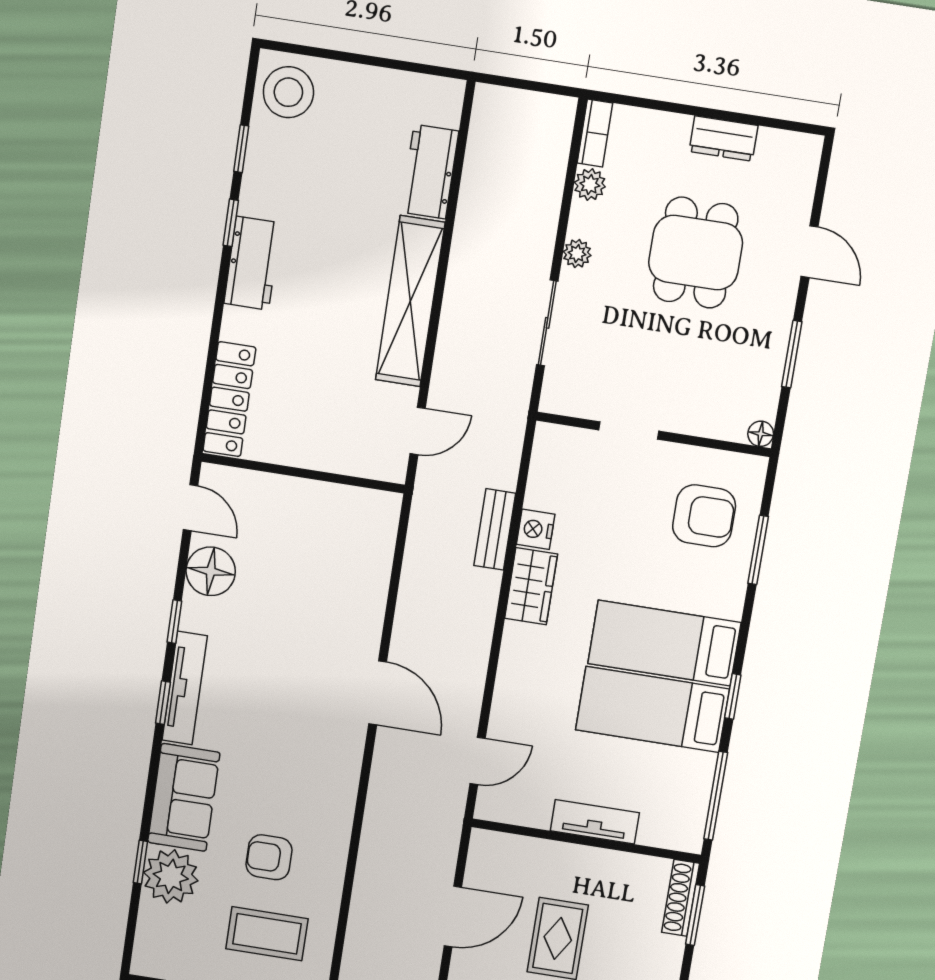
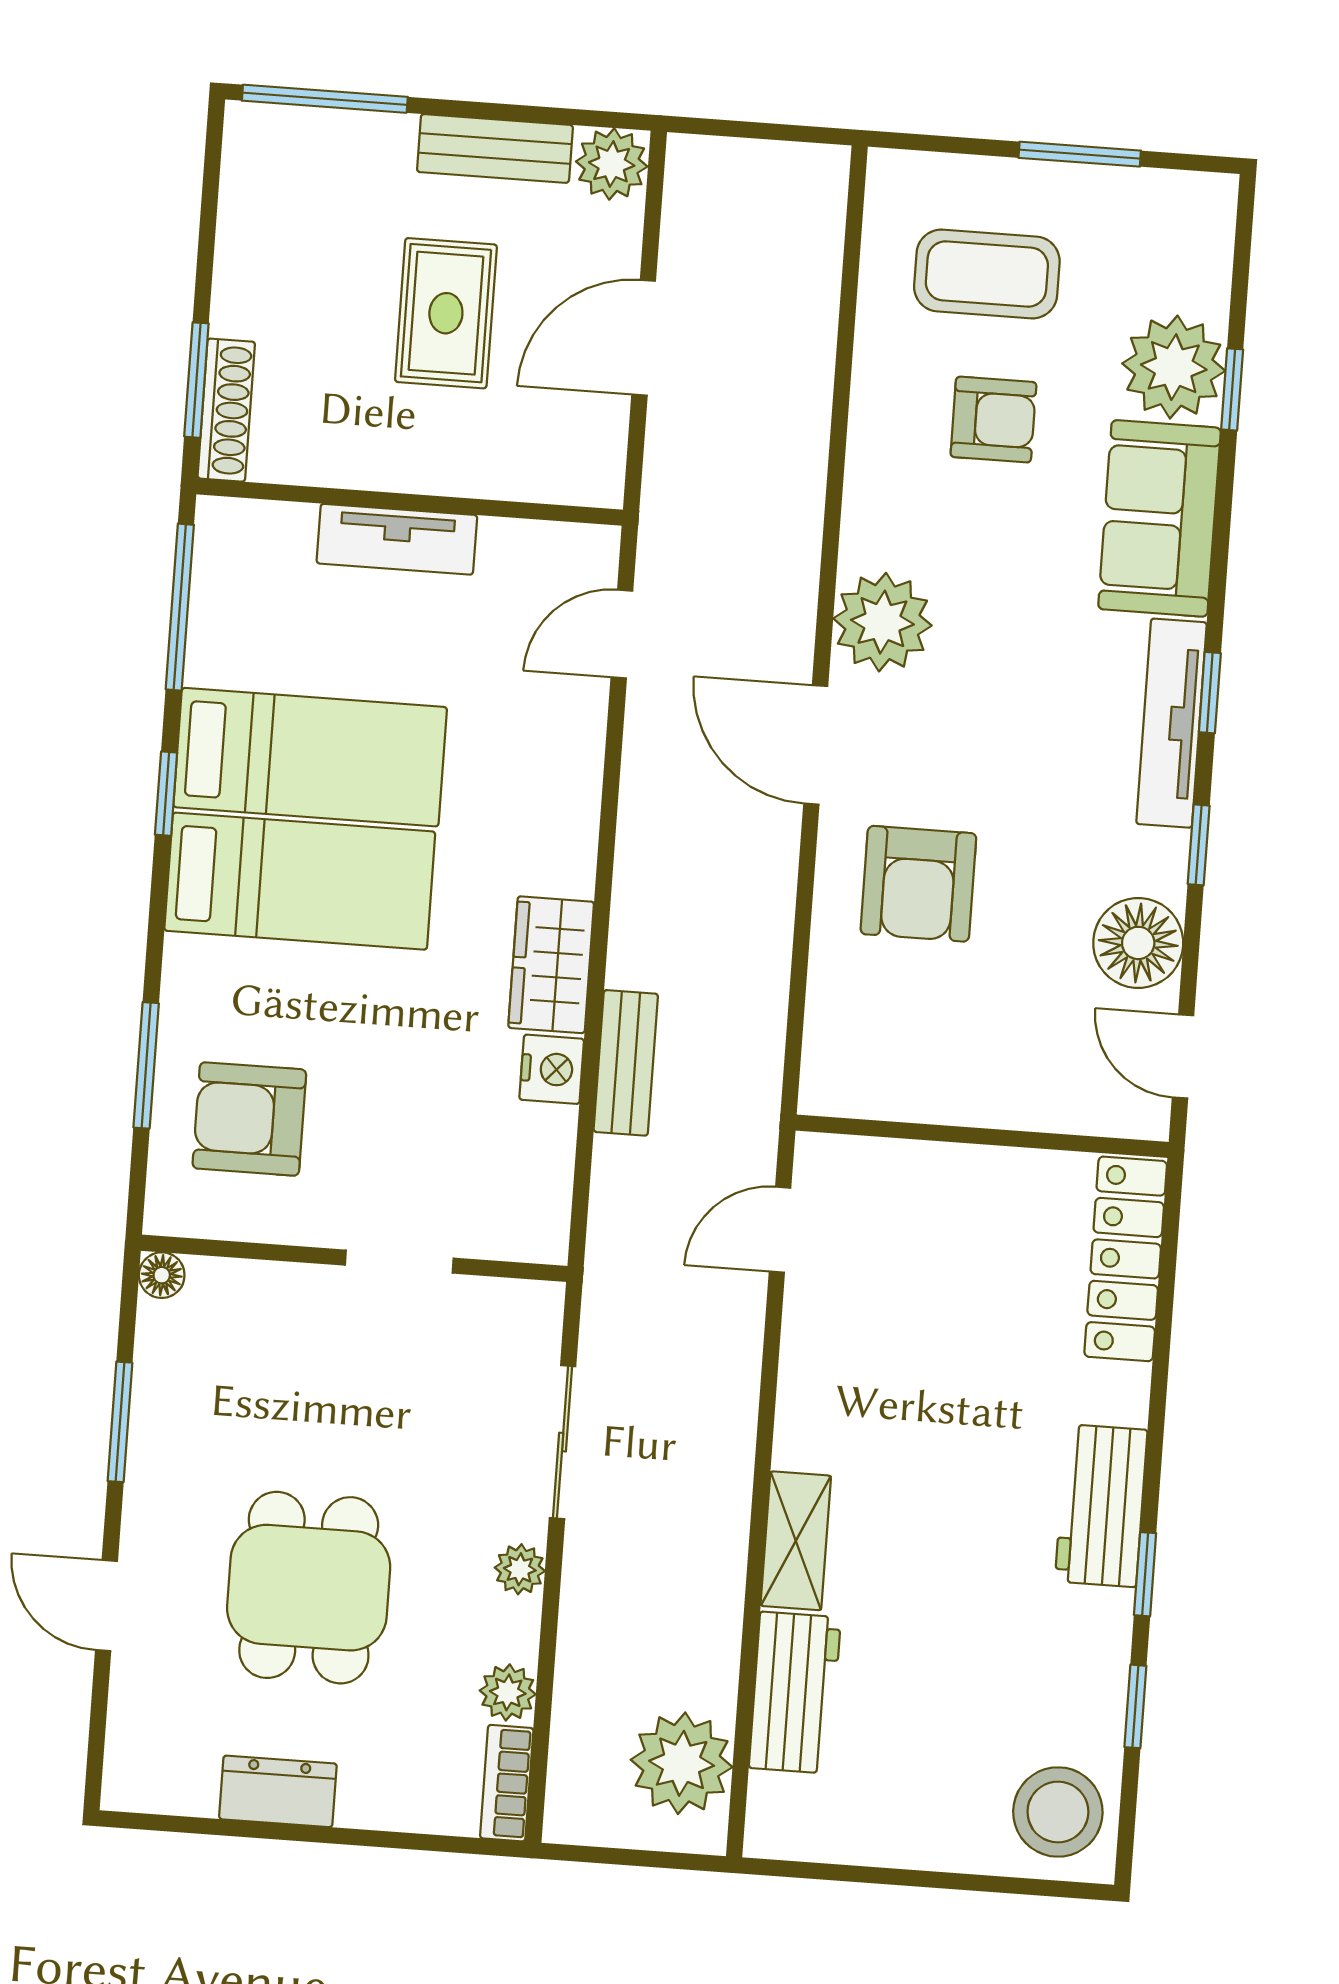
plant: (496, 137) -> (682, 1763), added
shelving: (410, 301) -> (796, 1541), width x0.45, depth x0.75
armchair: (328, 613) -> (918, 884), added
plant: (337, 755) -> (882, 622), added

